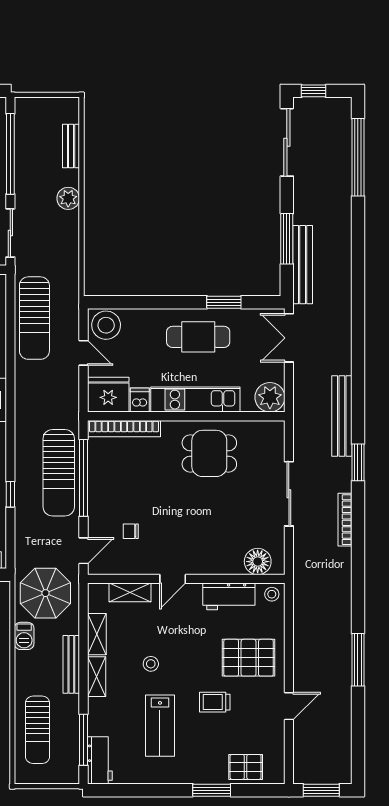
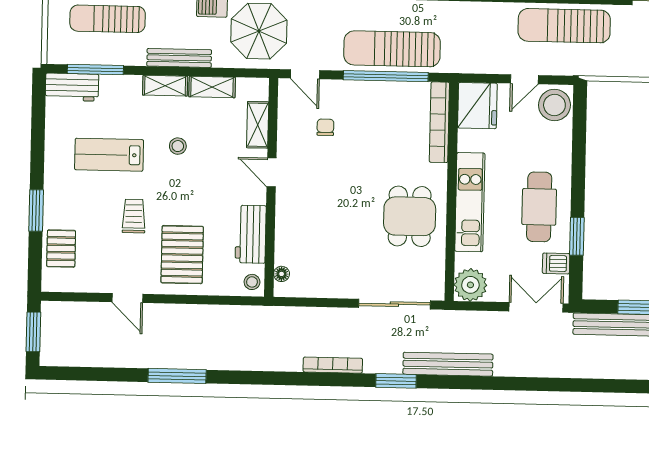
dishwasher: (140, 400) -> (556, 263), moved, turned 180
sliding door: (289, 494) -> (394, 304), moved
floor lamp: (258, 562) -> (282, 274), width x0.53, depth x0.53

